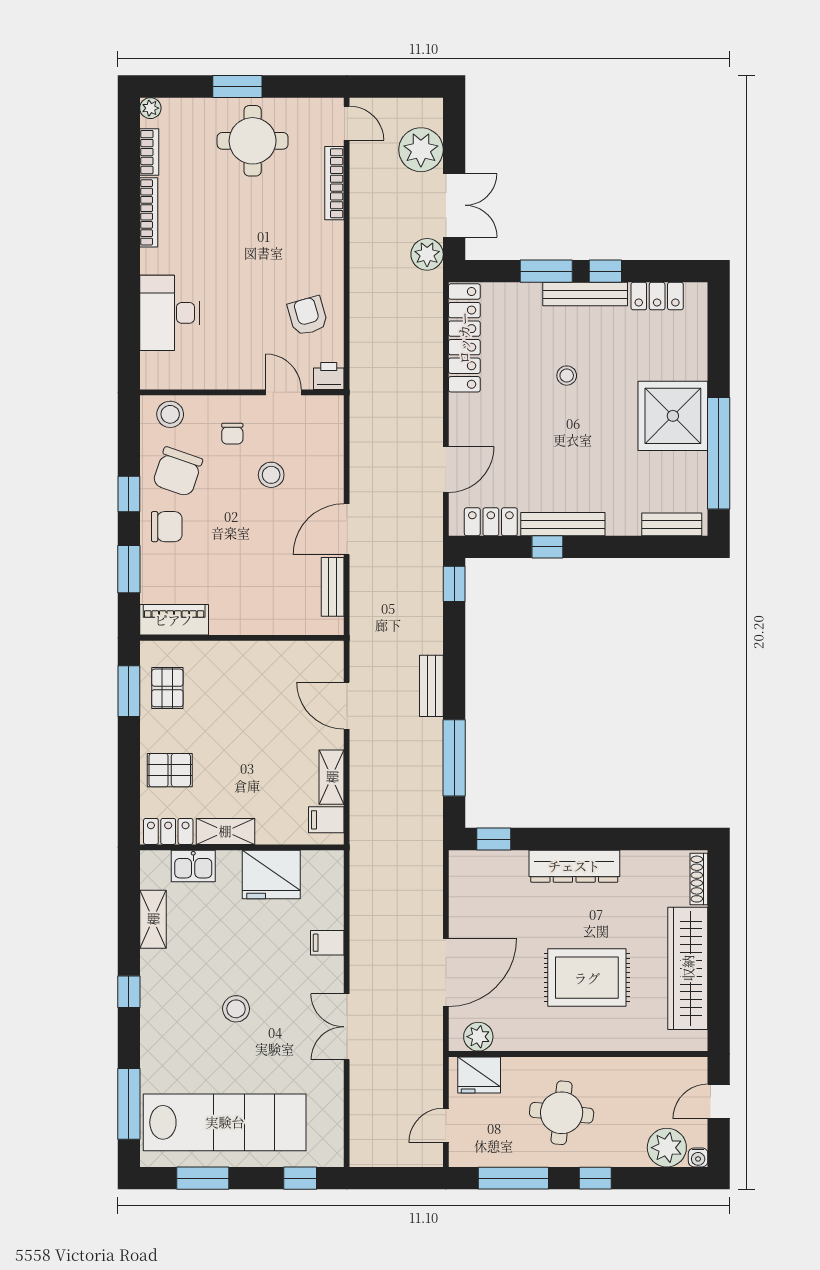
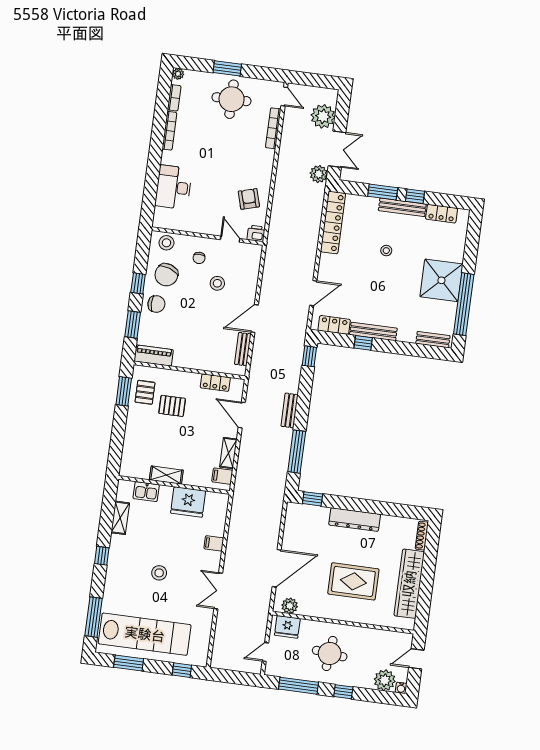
pallet: (170, 770) -> (172, 406), moved
locker: (168, 831) -> (215, 383), moved, turned 180

